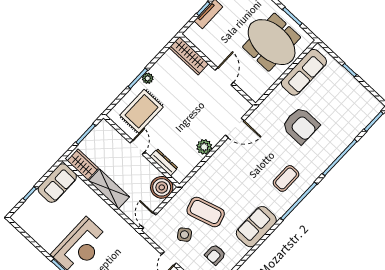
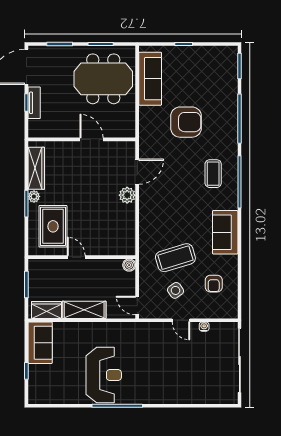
wardrobe: (189, 56) -> (36, 168), moved, turned -90
plant: (204, 147) -> (127, 195), moved
dresser: (164, 162) -> (107, 250), removed
boiler: (162, 187) -> (129, 265), width x0.54, depth x0.54

